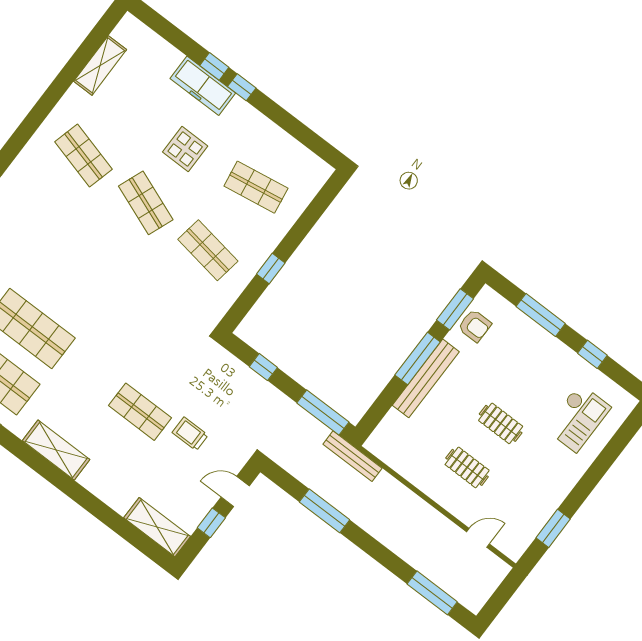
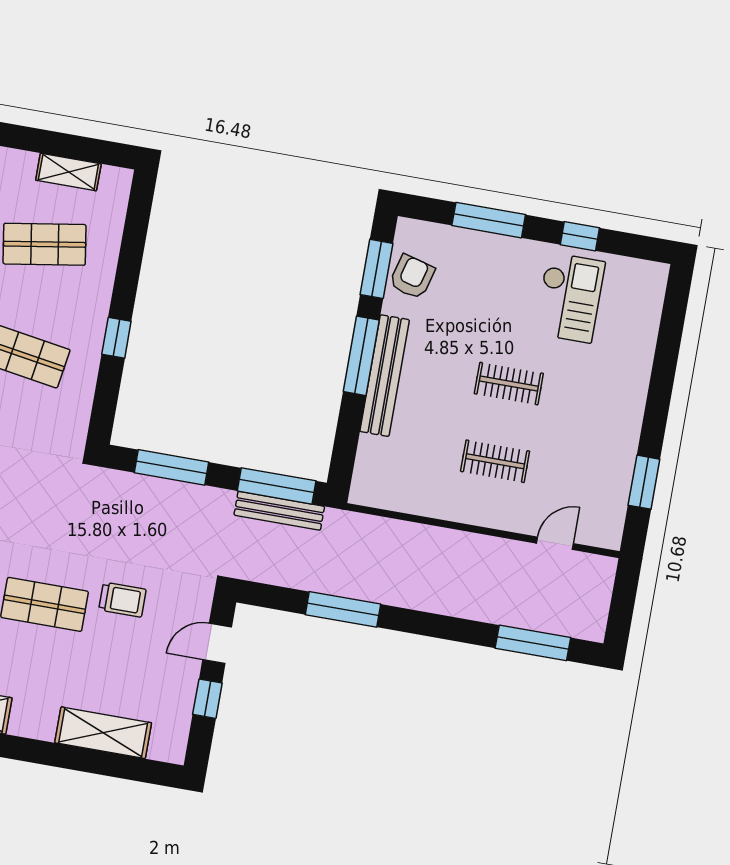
shelving: (294, 150) -> (68, 172), added
armchair: (475, 326) -> (412, 277), turned -75
window: (263, 367) -> (171, 467), width x2.17
checkout: (578, 418) -> (570, 298), moved
trolley: (190, 434) -> (122, 600), turned 180
bench: (353, 456) -> (279, 511), moved
shelving: (157, 527) -> (103, 733), moved

